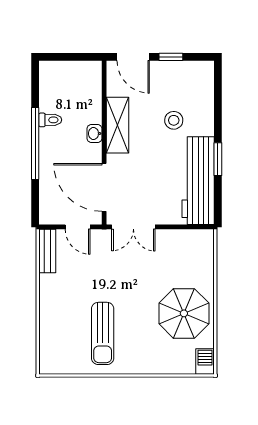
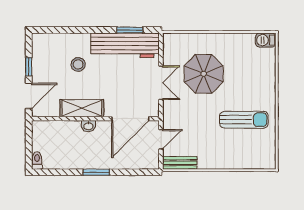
toilet: (50, 120) -> (37, 160), moved
window: (35, 144) -> (96, 172), width x0.47
window: (218, 159) -> (130, 30), moved
double door: (133, 227) -> (161, 83), moved
parasol: (184, 313) -> (204, 74), moved

